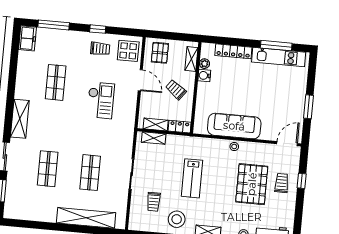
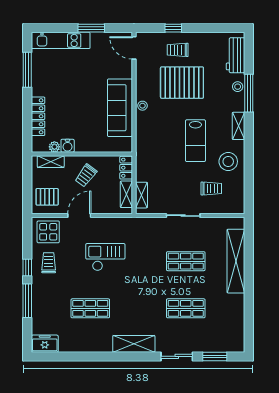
window: (54, 25) -> (27, 301), moved
kitchen unit: (279, 57) -> (61, 40), moved, turned 90
lab bench: (192, 178) -> (195, 141), moved, turned 90

